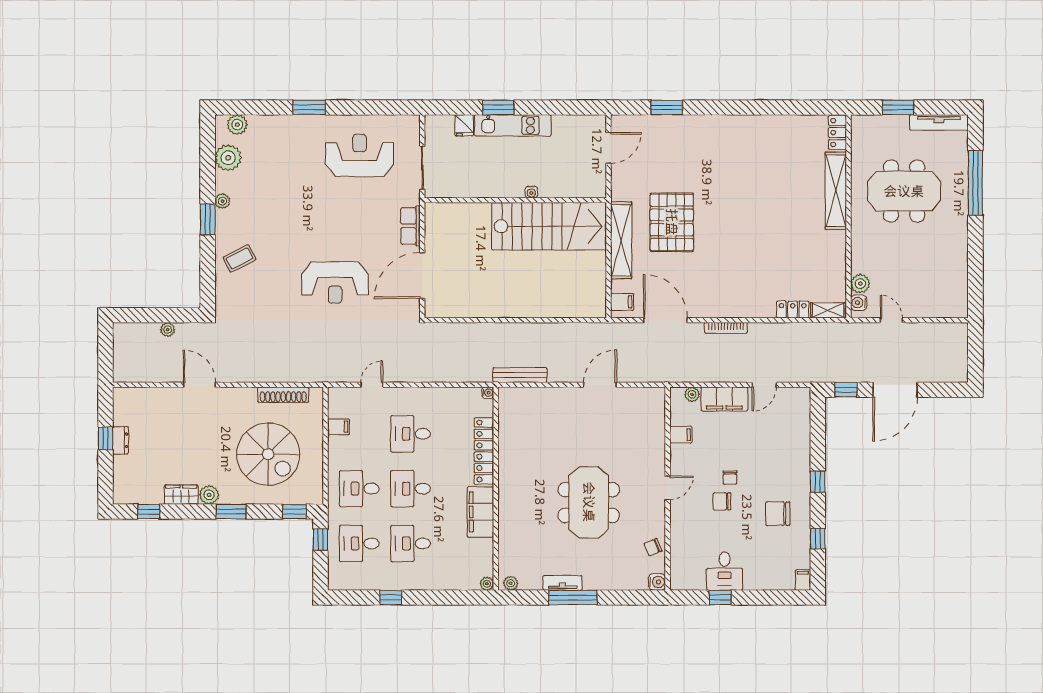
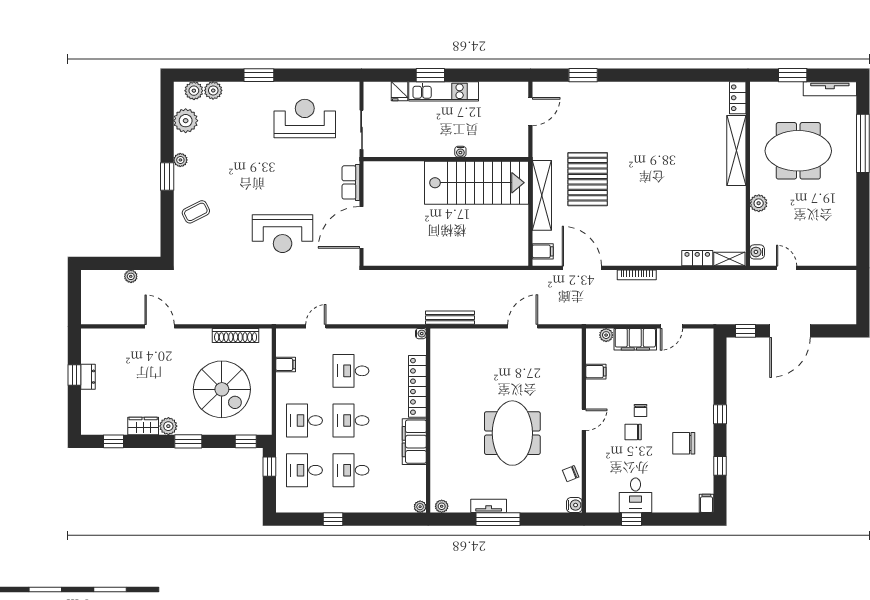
plant: (259, 124) -> (213, 90), added
plant: (860, 284) -> (759, 203), moved

